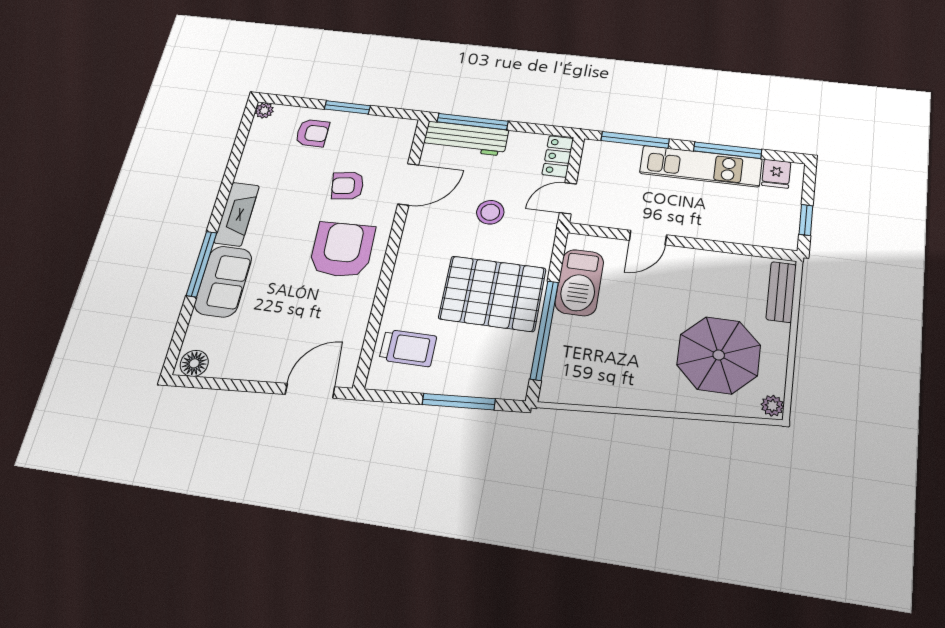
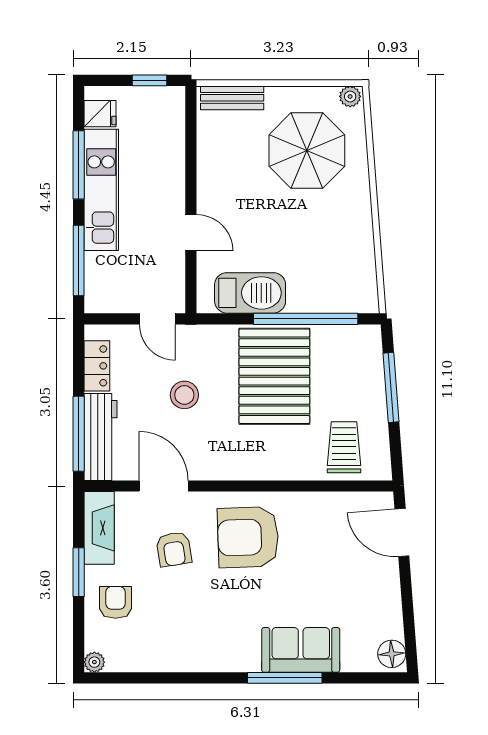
locker: (558, 156) -> (97, 366), moved, turned -90
fireplace: (237, 214) -> (99, 528), moved, turned 90

